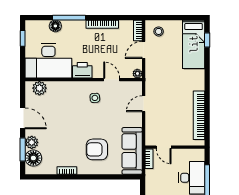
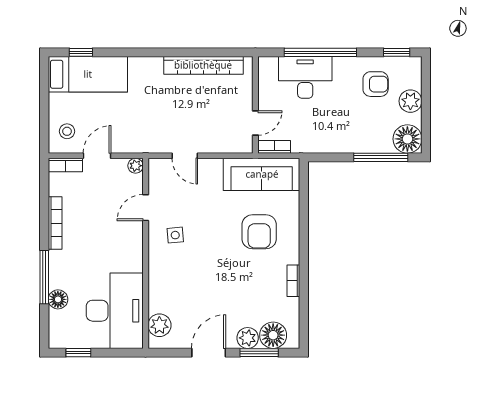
door: (144, 50) -> (97, 156), swing flipped
printer: (82, 70) -> (130, 256), removed

